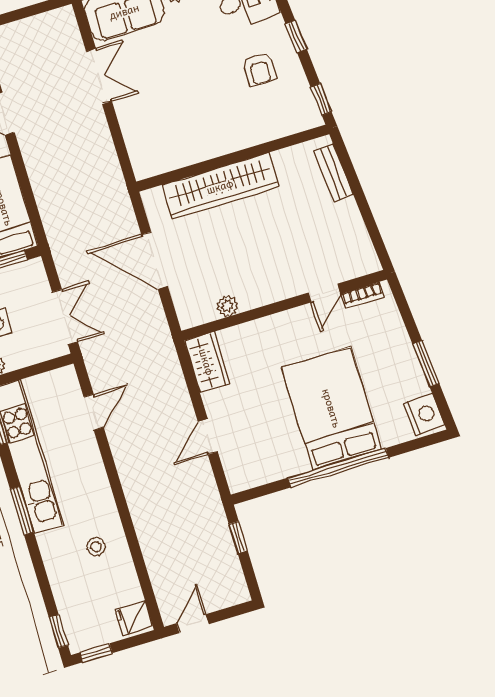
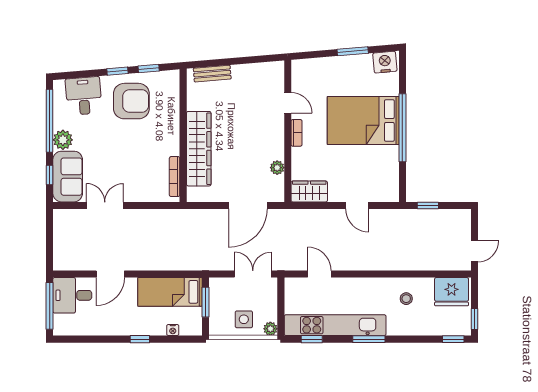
armchair: (259, 69) -> (131, 101), width x1.88, depth x1.88
window: (321, 99) -> (149, 68), moved
bookcase: (170, 163) -> (175, 177), added
door: (155, 260) -> (248, 205), moved
bookcase: (362, 295) -> (296, 133), moved
fridge: (134, 618) -> (452, 292), width x1.88, depth x1.34
door: (193, 624) -> (474, 251), swing flipped

